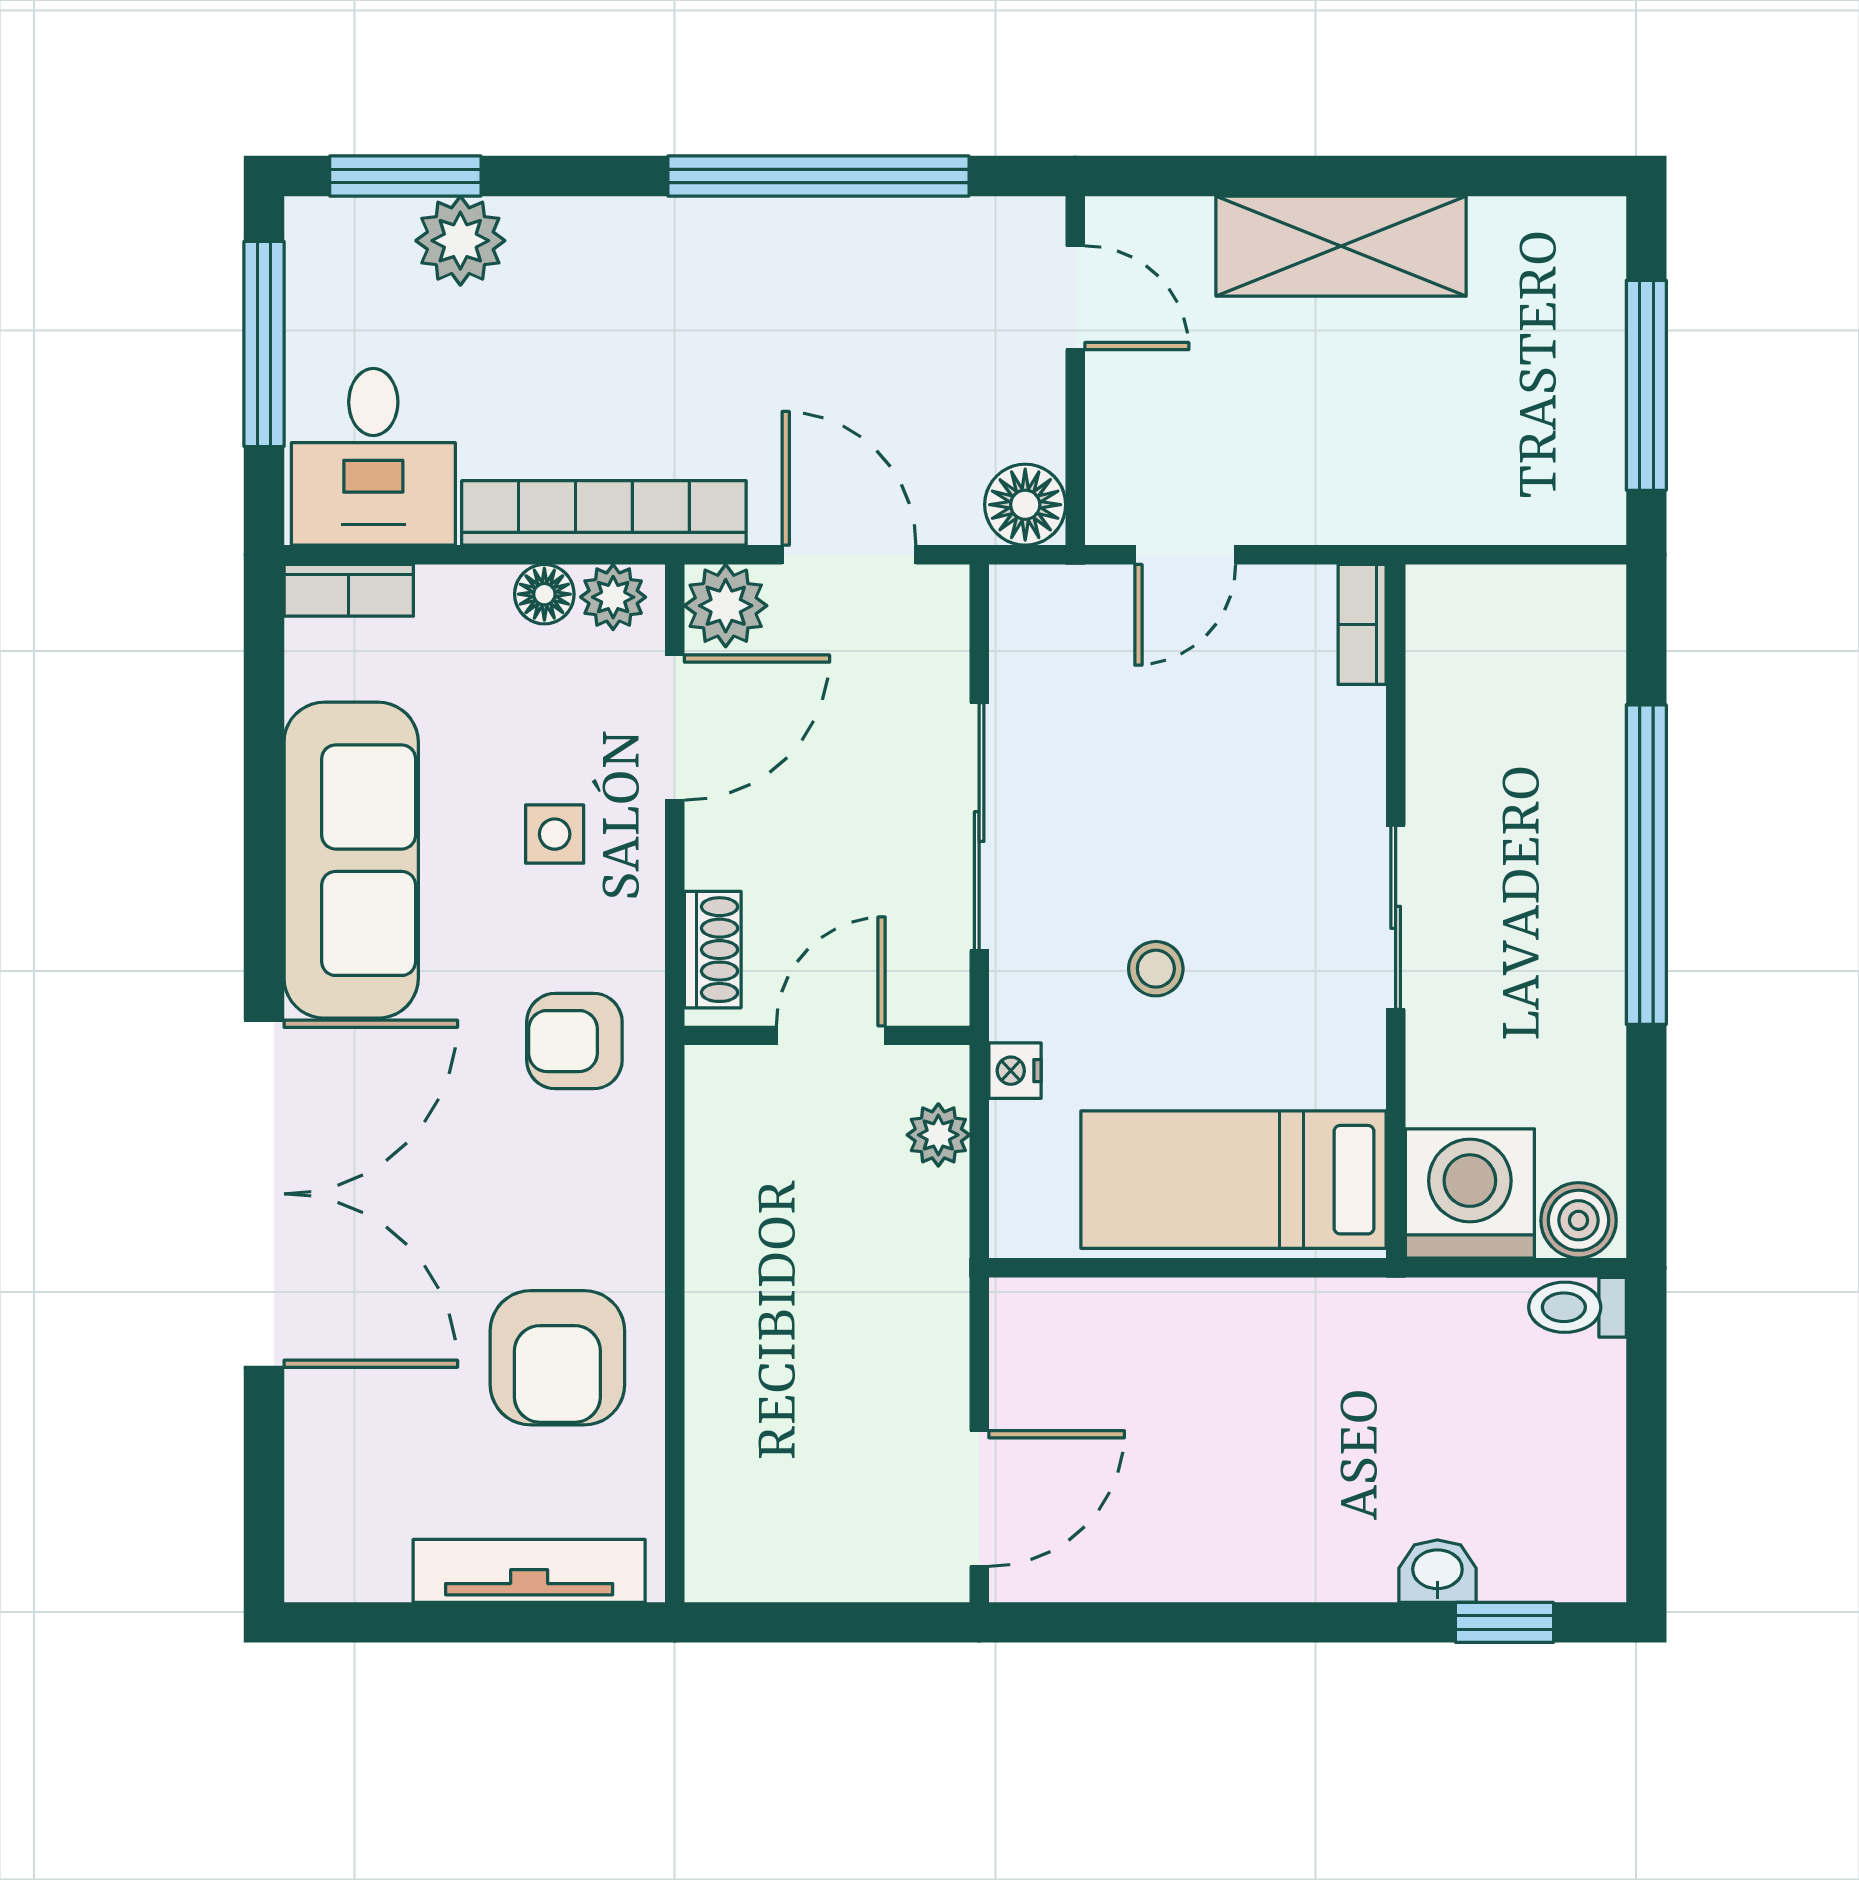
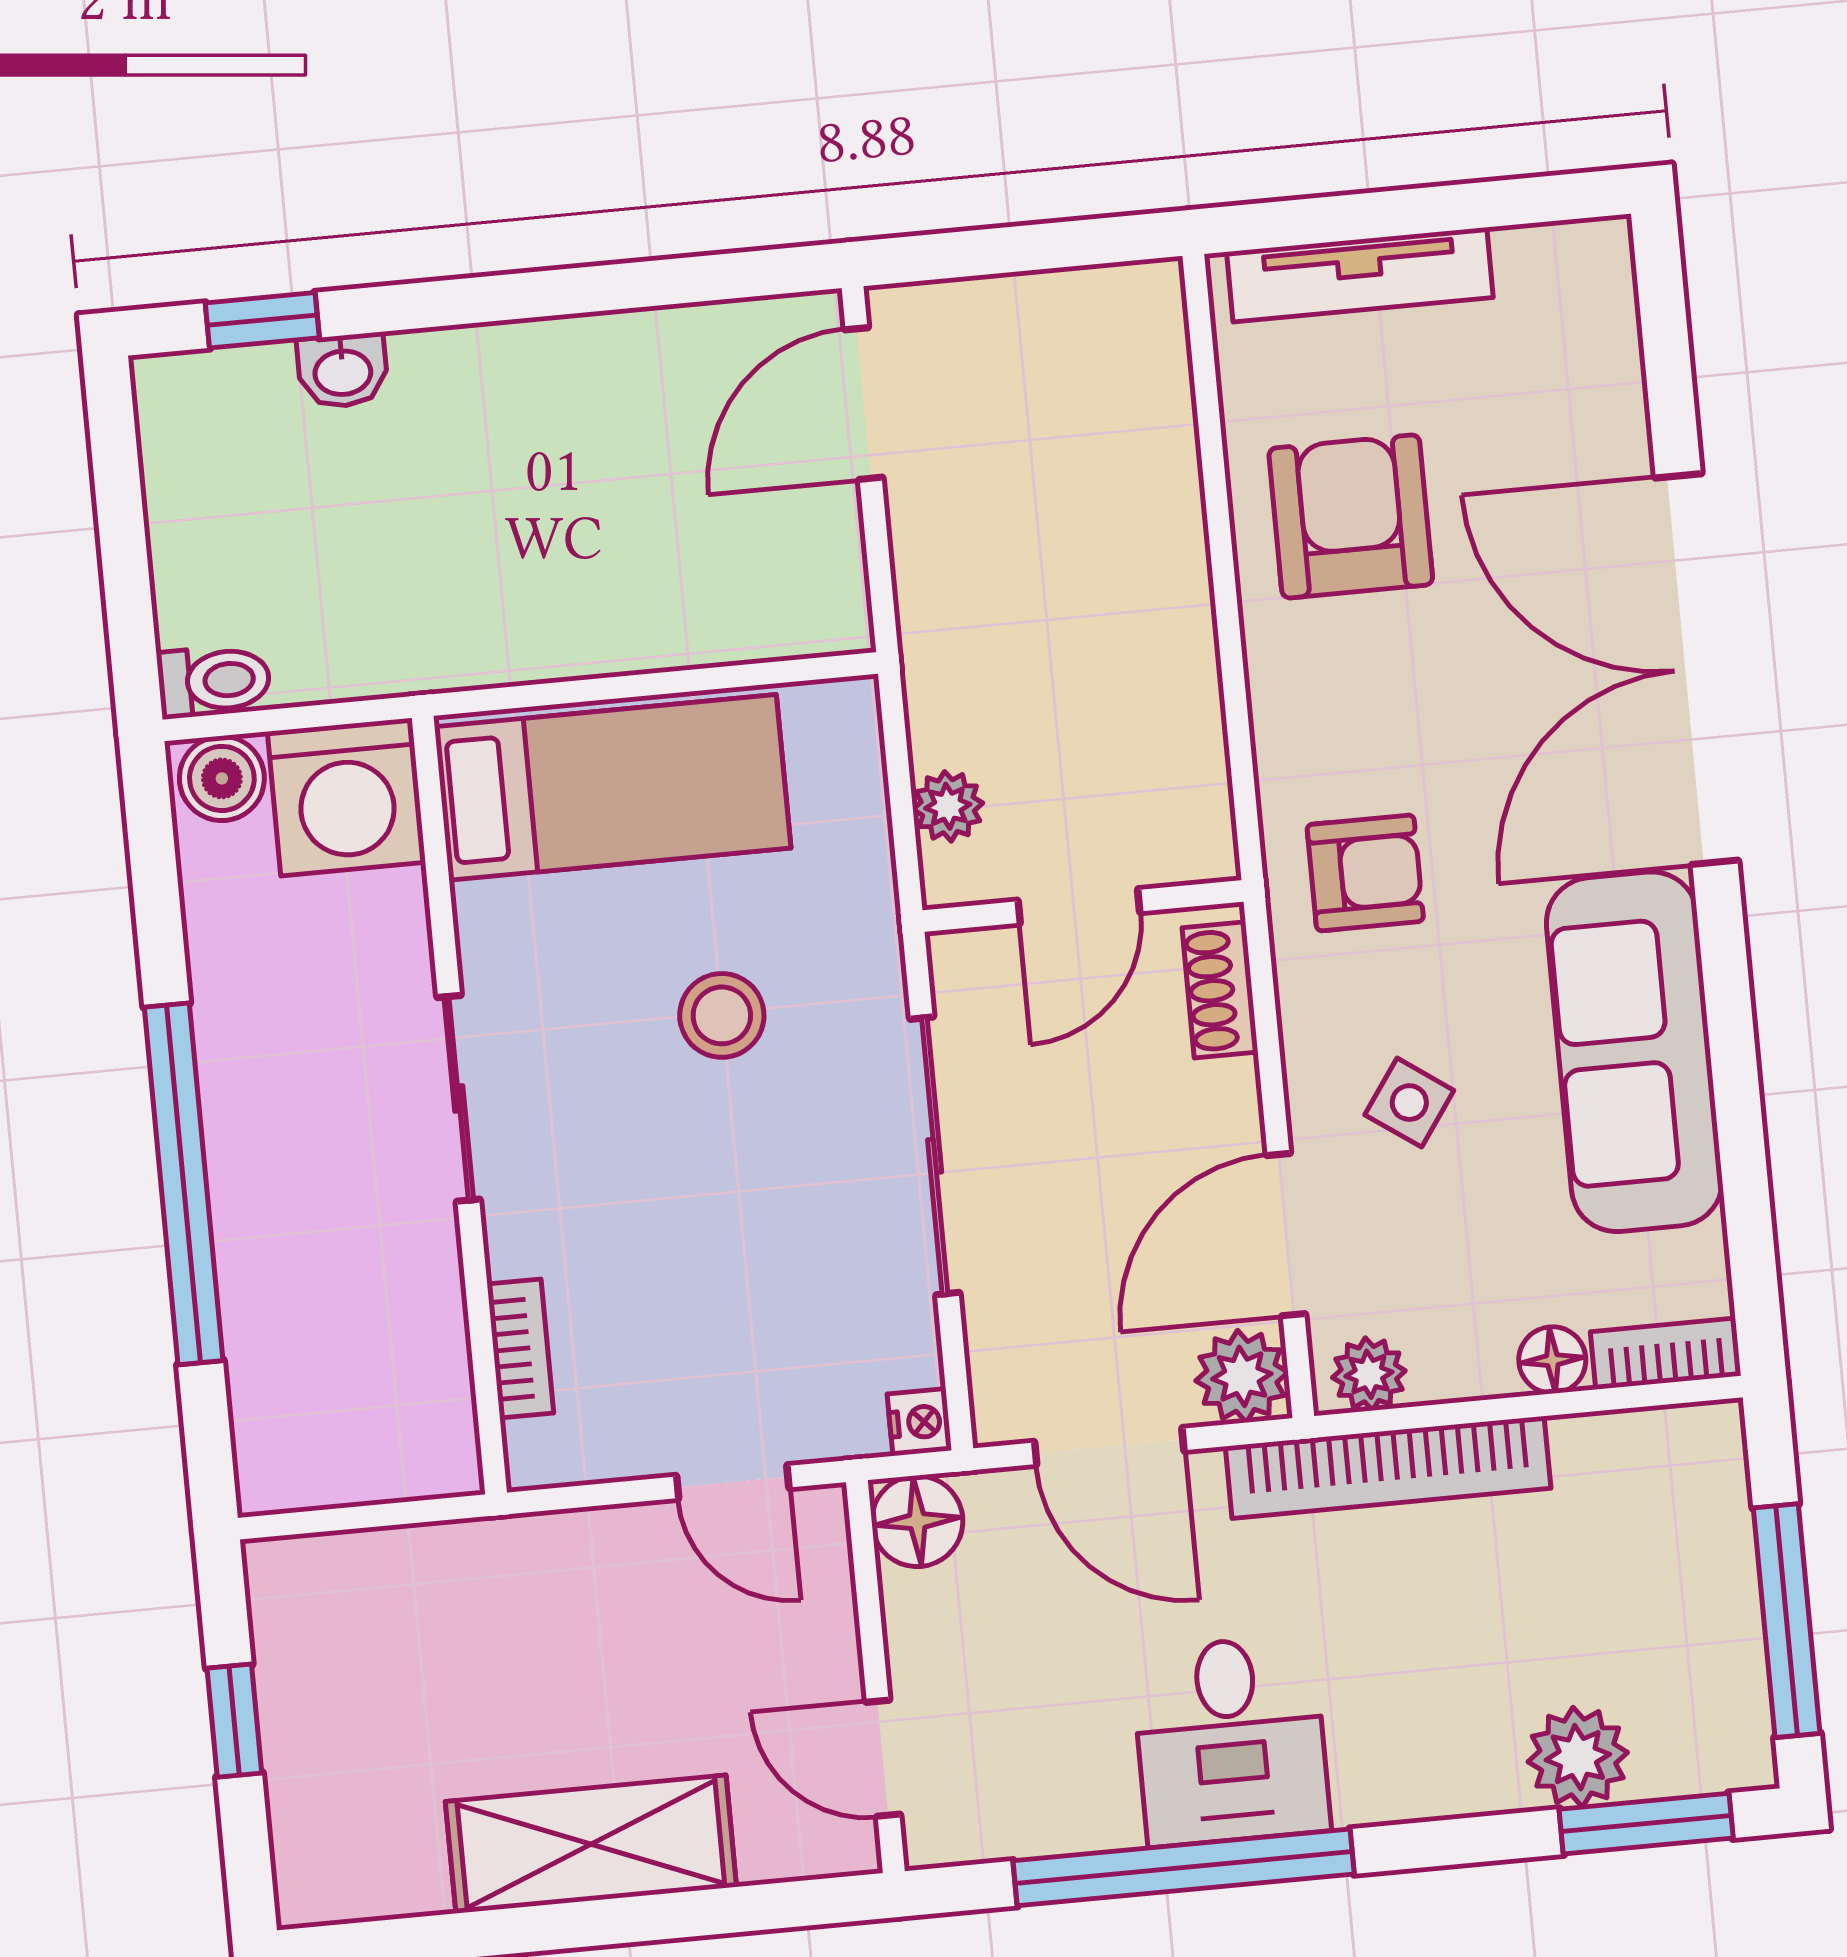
window: (1646, 385) -> (234, 1721), width x0.46
desk: (373, 457) -> (1231, 1740), moved, turned 180
door: (1185, 555) -> (733, 1482), swing flipped
floor lamp: (544, 594) -> (1552, 1360), moved
bookcase: (1362, 624) -> (520, 1348), moved
side table: (555, 834) -> (1409, 1103), turned 35
stool: (1156, 969) -> (722, 1015), width x1.37, depth x1.37
nightstand: (1015, 1071) -> (919, 1422), moved

